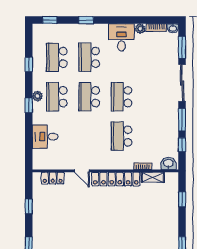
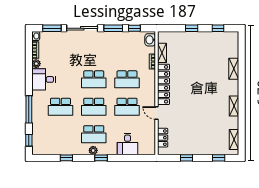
window: (86, 20) -> (29, 109), width x2.17
school desk: (57, 57) -> (127, 107), moved
door: (82, 171) -> (156, 113), swing flipped
window: (182, 199) -> (192, 28), moved

